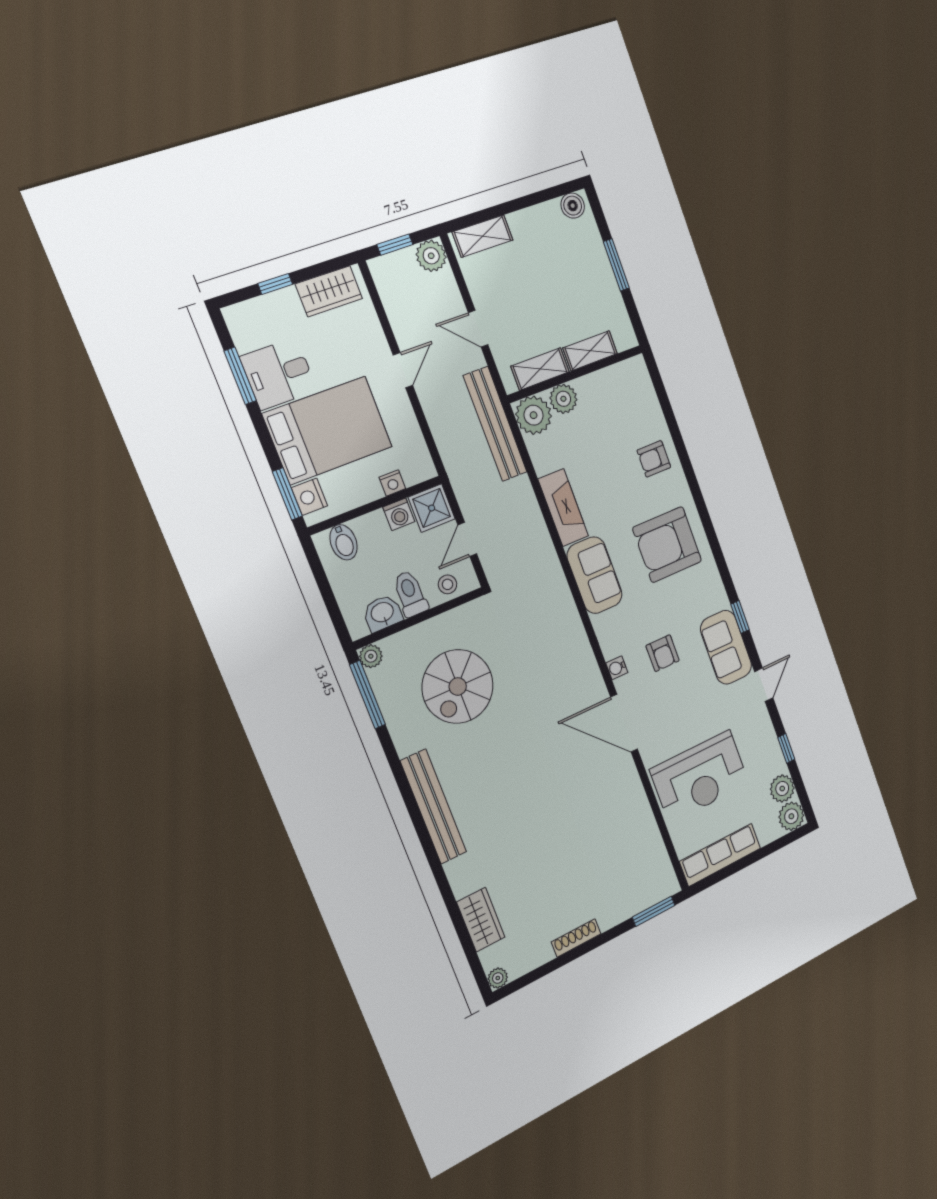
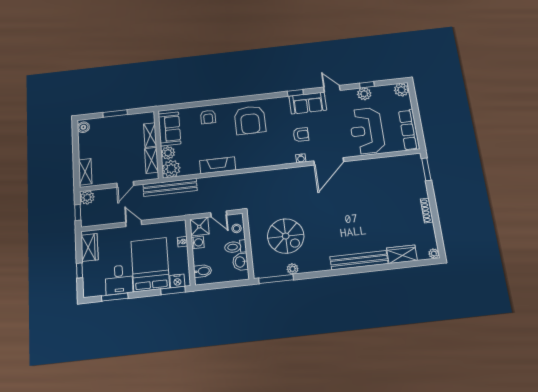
sofa: (595, 575) -> (170, 129), moved, turned 90
plant: (371, 656) -> (293, 269), moved
reception desk: (700, 777) -> (367, 131), turned 180
plant: (782, 789) -> (364, 94), moved
bench: (433, 807) -> (359, 260), moved

